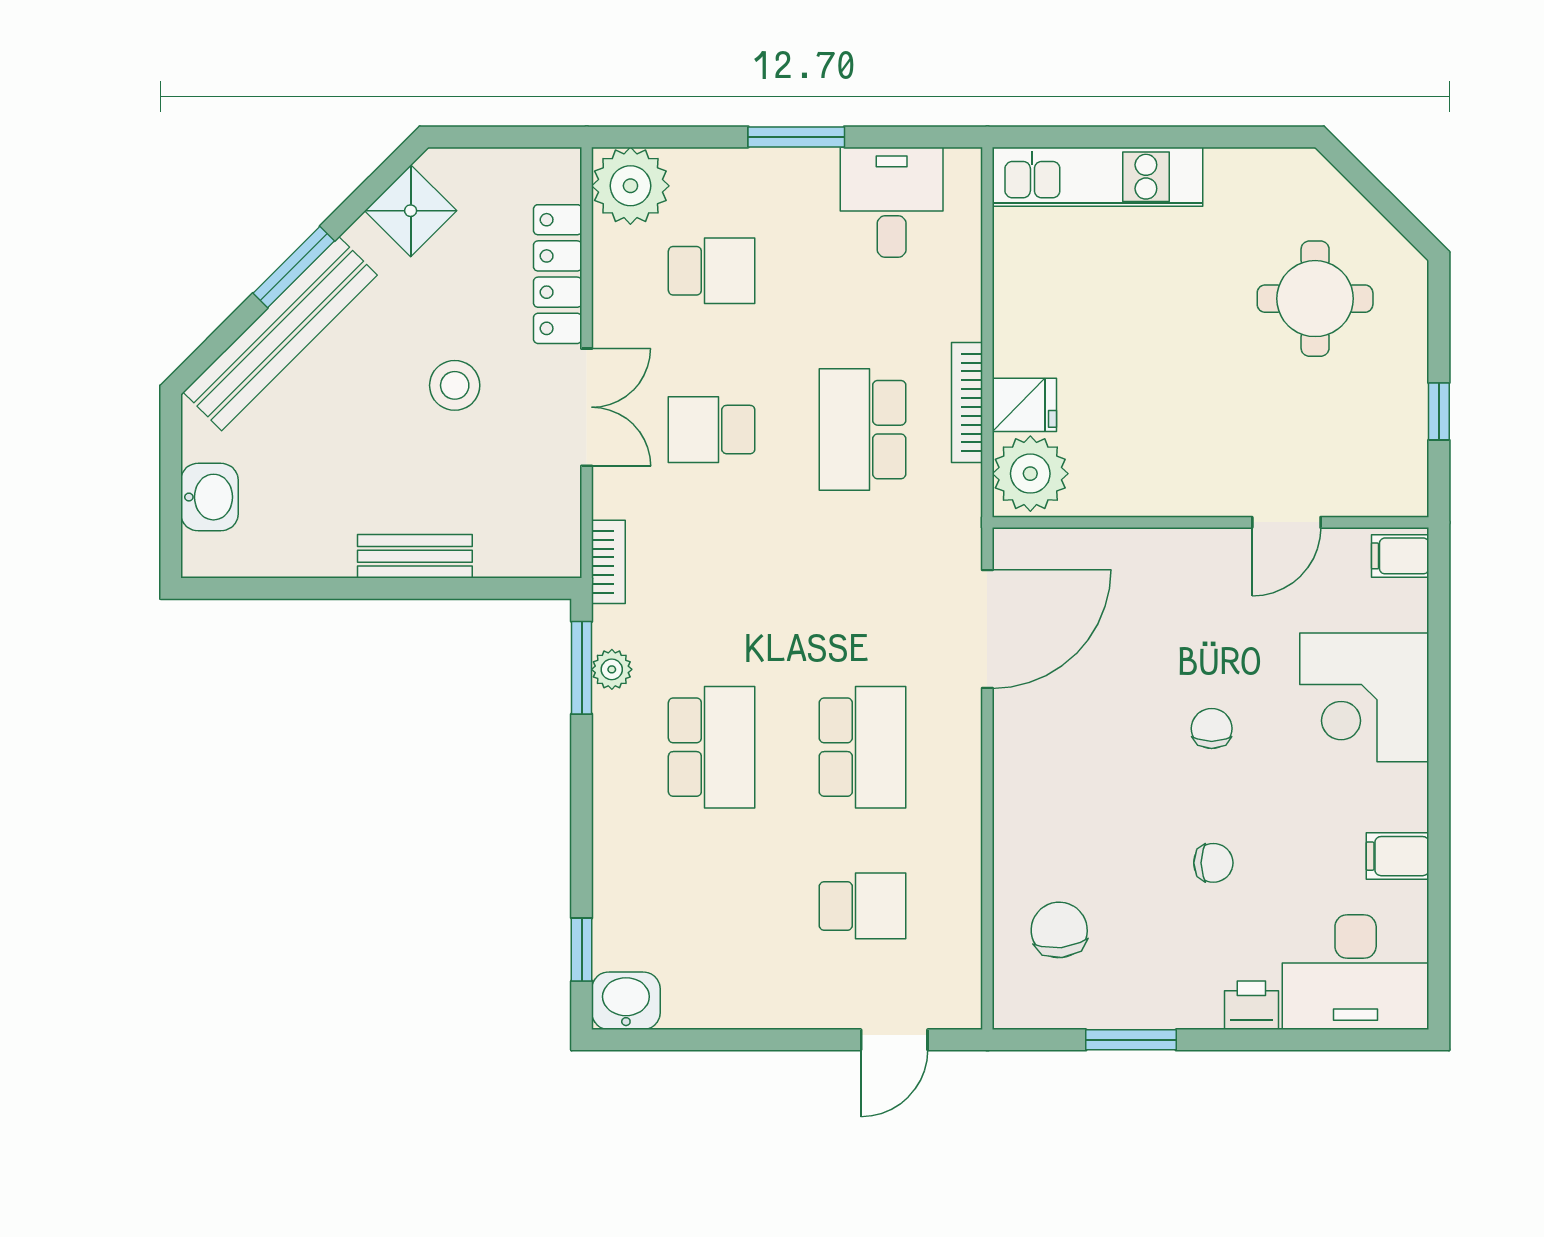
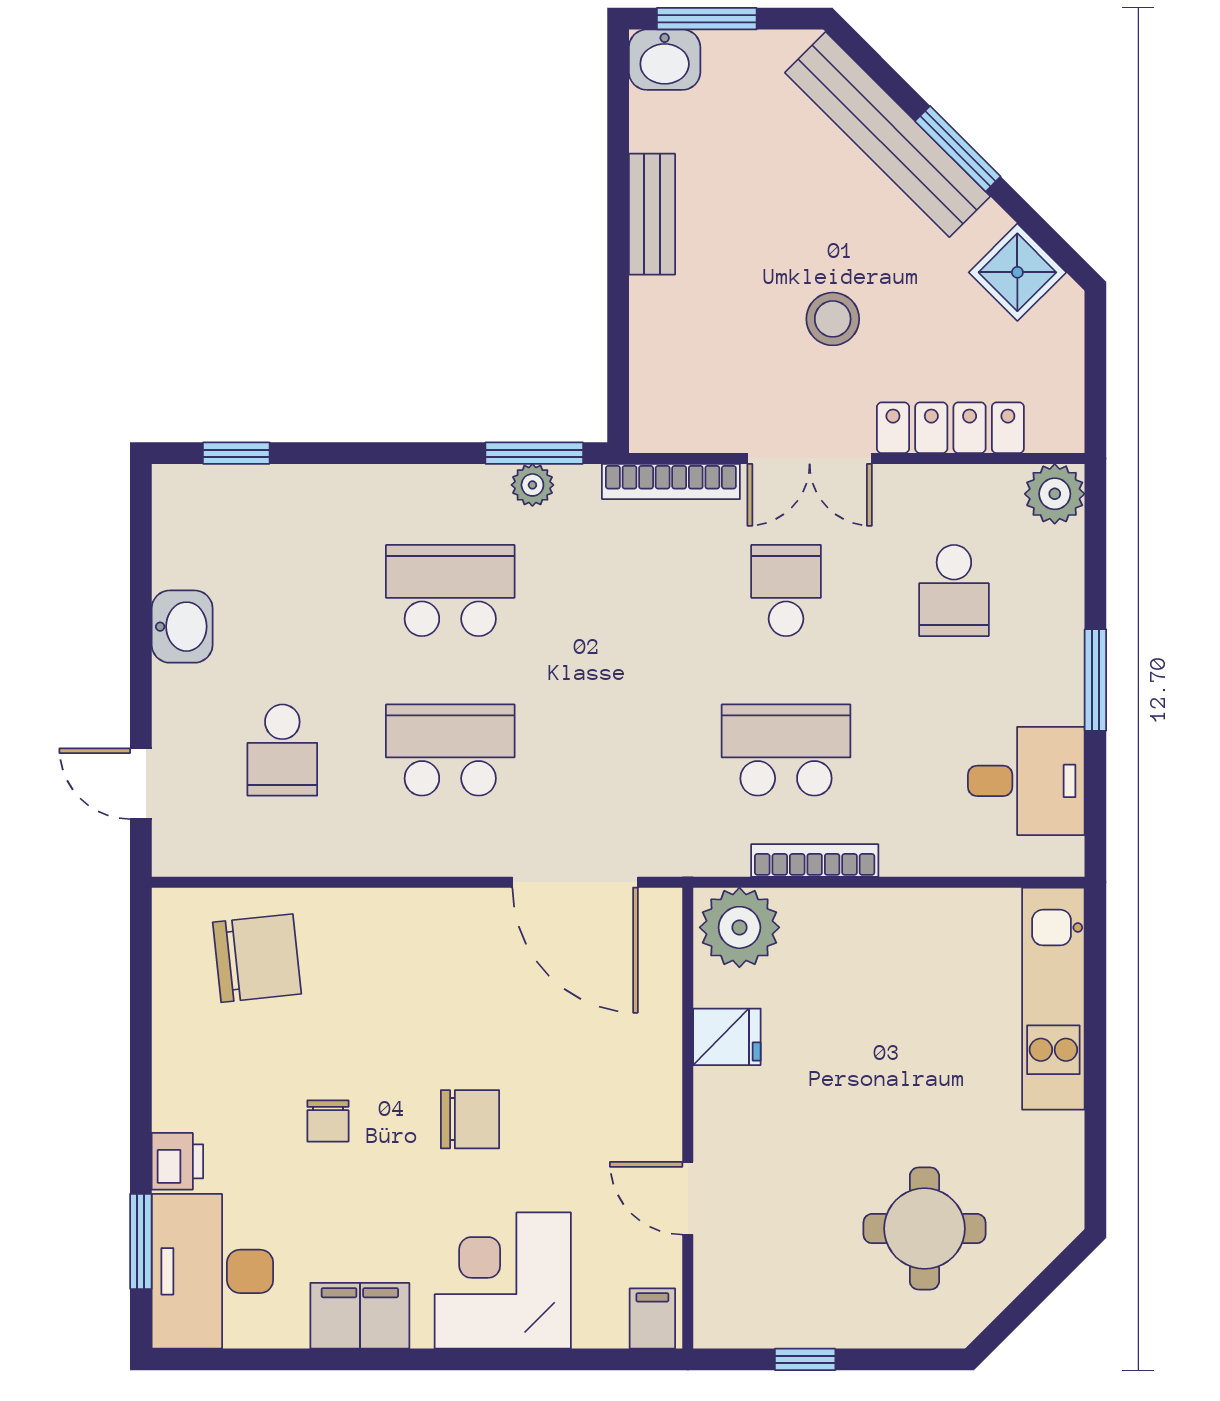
plant: (630, 186) -> (1055, 494), width x0.73, depth x0.73
fridge: (1024, 405) -> (727, 1037), moved, turned -90
washbasin: (209, 497) -> (665, 60), moved
window: (171, 505) -> (707, 19), added
bench: (415, 556) -> (652, 214), moved
bookcase: (608, 562) -> (671, 481), width x1.56
chair: (1212, 728) -> (470, 1119), width x1.37, depth x1.37
school desk: (712, 747) -> (450, 591), turned 180
school desk: (862, 747) -> (450, 750), turned 180
filing cabinet: (1398, 856) -> (360, 1316), width x2.00
chair: (1059, 930) -> (257, 958), width x1.37, depth x1.37
washbasin: (626, 1001) -> (182, 627), moved
window: (1131, 1040) -> (141, 1241), moved

